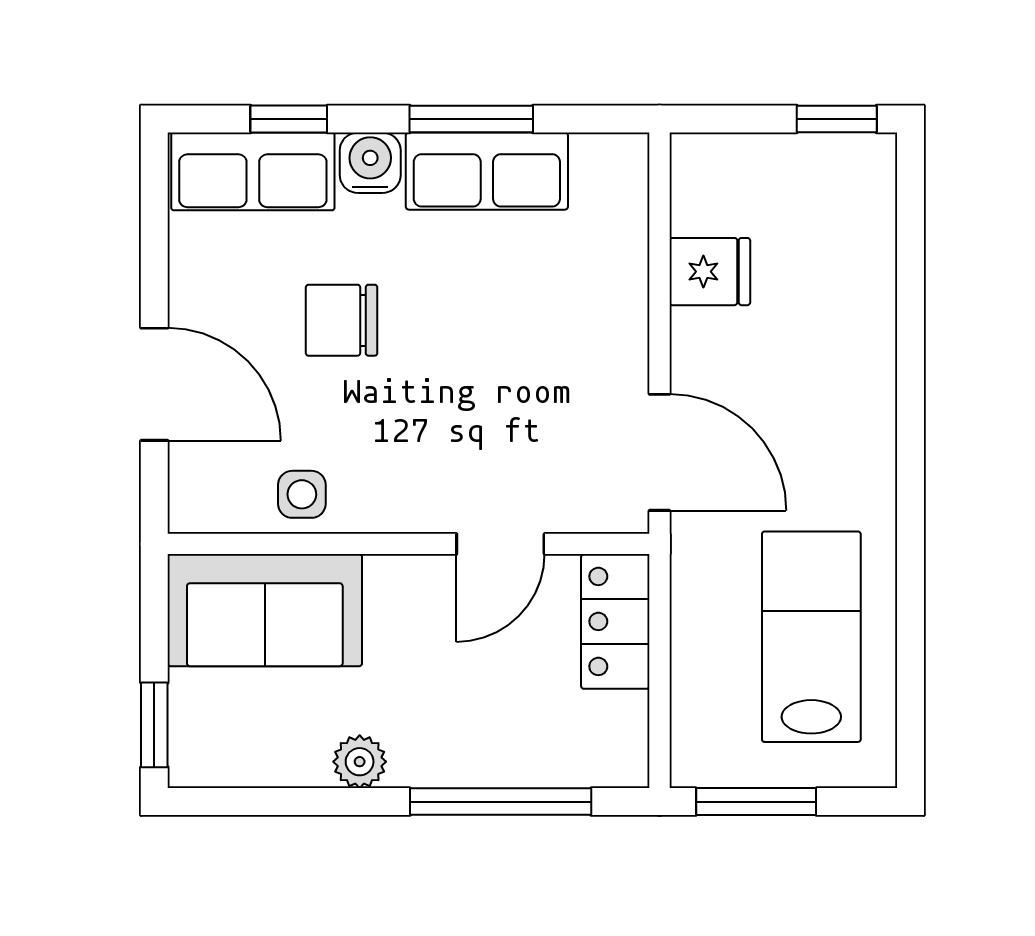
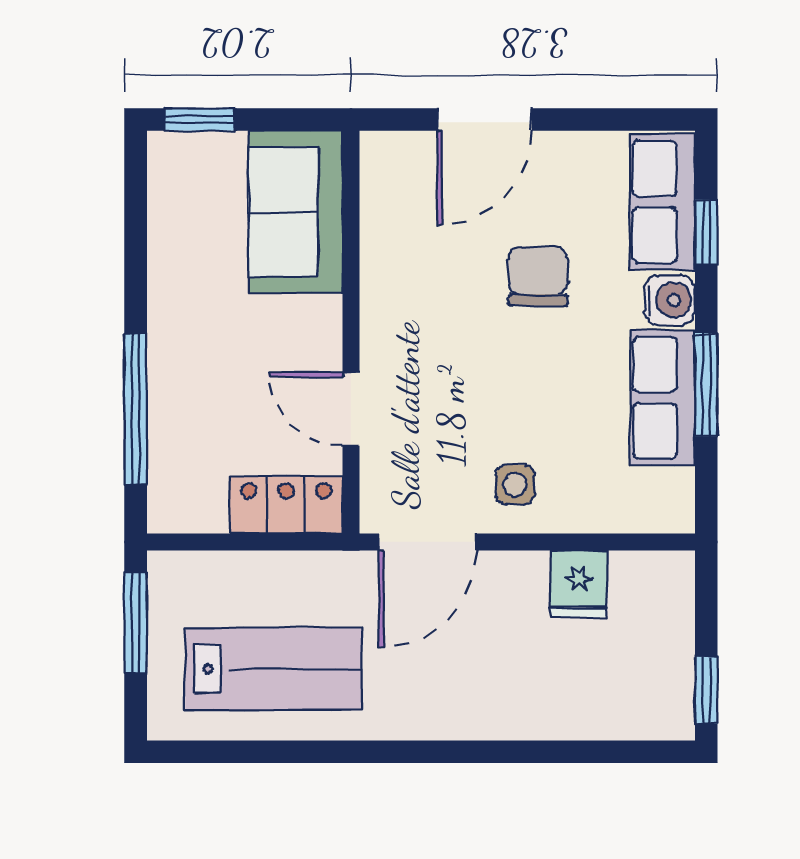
side table: (302, 494) -> (515, 485), moved
plant: (360, 762) -> (169, 291), removed

